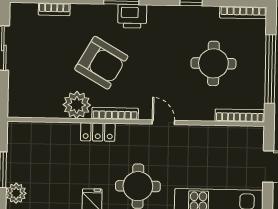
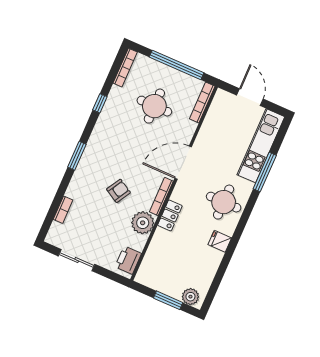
printer: (132, 16) -> (128, 260), moved, turned 180
armchair: (101, 63) -> (118, 191), width x0.53, depth x0.53
door: (163, 122) -> (183, 163), width x1.87

